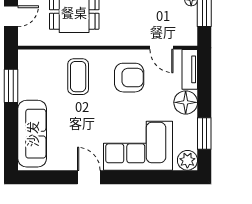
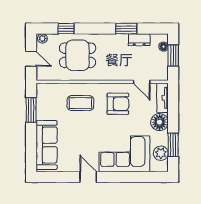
door: (11, 16) -> (31, 59), hinge flipped
coffee table: (78, 77) -> (80, 103), turned 90
plant: (187, 160) -> (161, 153), moved

